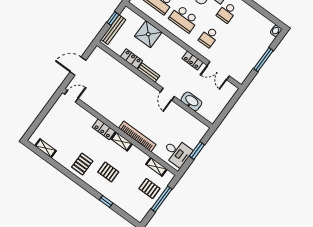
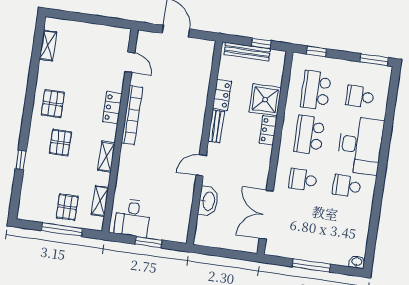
locker: (193, 60) -> (268, 130), moved
double door: (218, 71) -> (266, 215), width x1.37
door: (71, 96) -> (130, 62), moved
bookcase: (137, 136) -> (132, 115), moved
shelving: (122, 141) -> (106, 157), moved
pallet: (82, 164) -> (53, 104), turned 90

